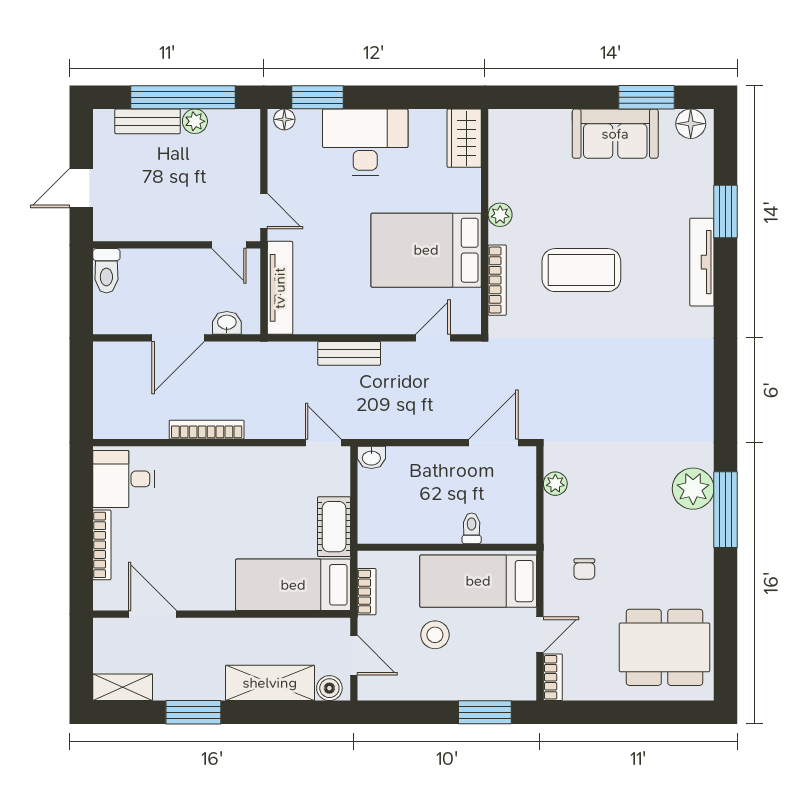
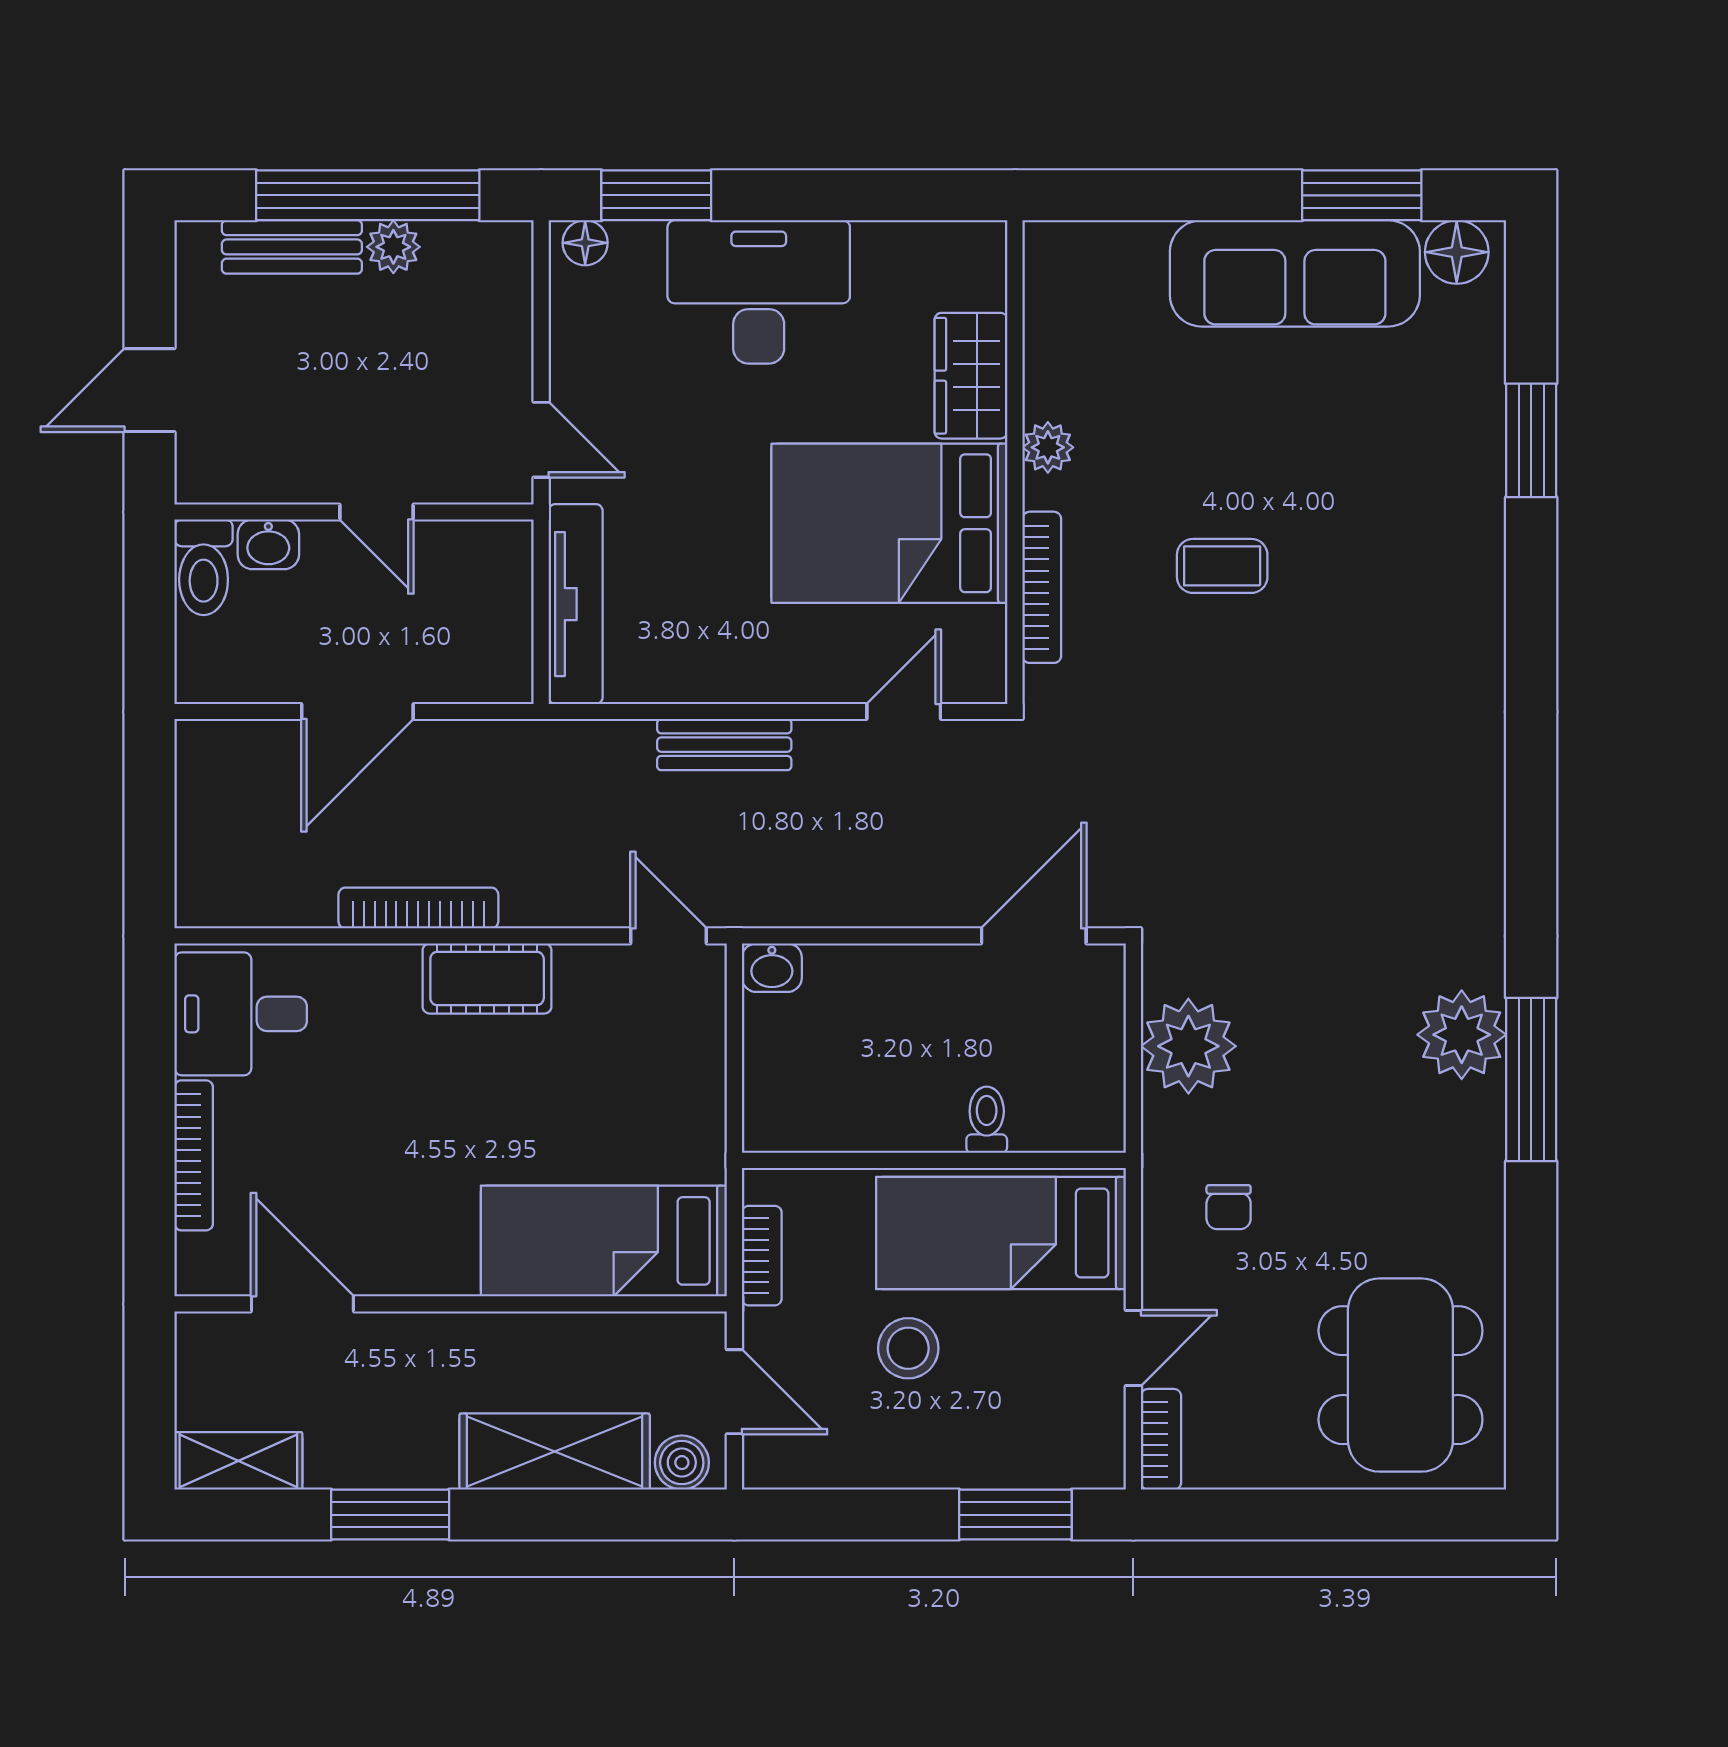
sofa: (615, 134) -> (1295, 273), width x1.36
wardrobe: (464, 138) -> (971, 376), moved
door: (229, 245) -> (377, 512), moved
tv unit: (702, 262) -> (1481, 549), removed
coffee table: (581, 270) -> (1222, 566), width x0.54, depth x0.58
washbasin: (227, 323) -> (268, 544), moved, turned 180
plant: (555, 484) -> (1188, 1046), width x1.87, depth x1.87
cot: (334, 527) -> (487, 978), moved, turned 90
dining table: (664, 647) -> (1400, 1375), turned 90

